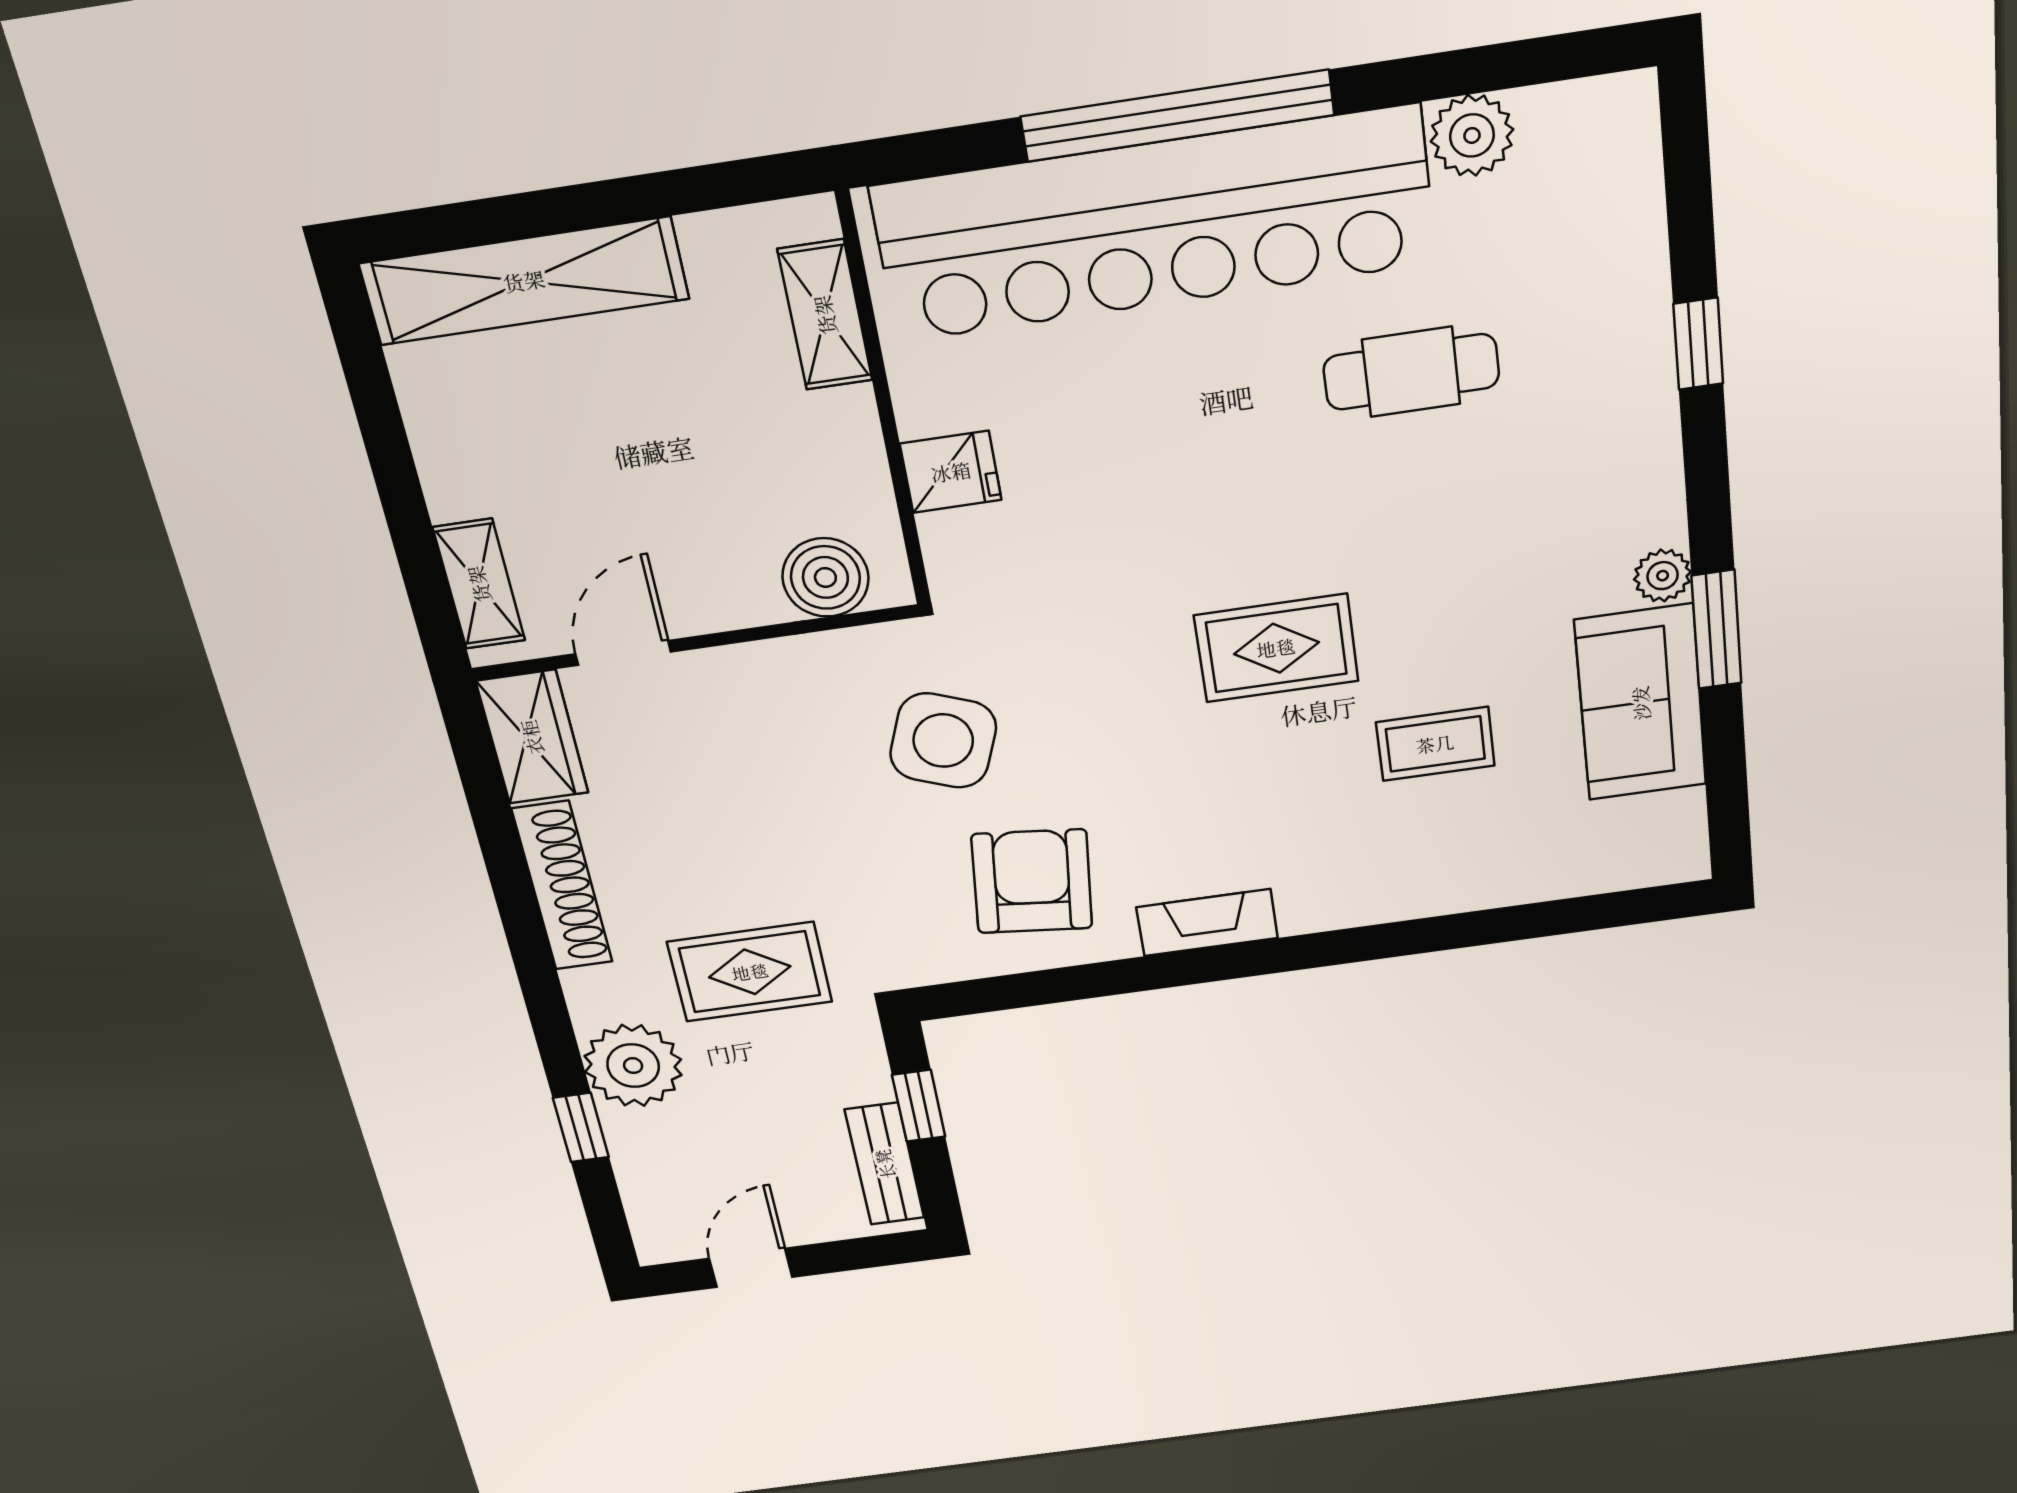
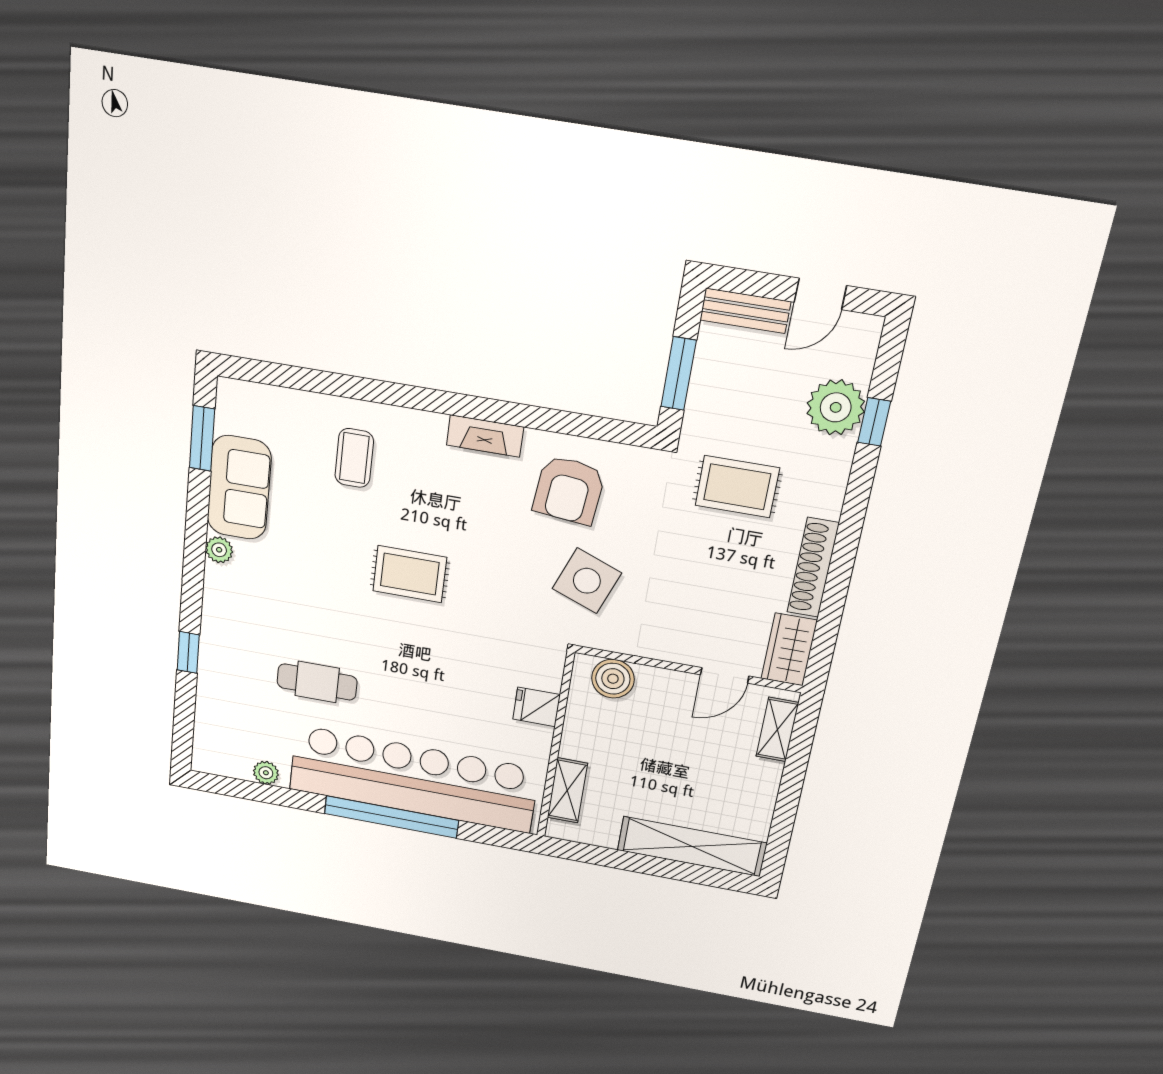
plant: (1472, 135) -> (266, 773), width x0.73, depth x0.73
window: (1717, 630) -> (202, 438), moved
coffee table: (1435, 744) -> (354, 458), moved, turned 90
plant: (633, 1066) -> (836, 407), moved
window: (919, 1106) -> (679, 374), width x1.50
bench: (885, 1164) -> (745, 311), moved, turned 90

